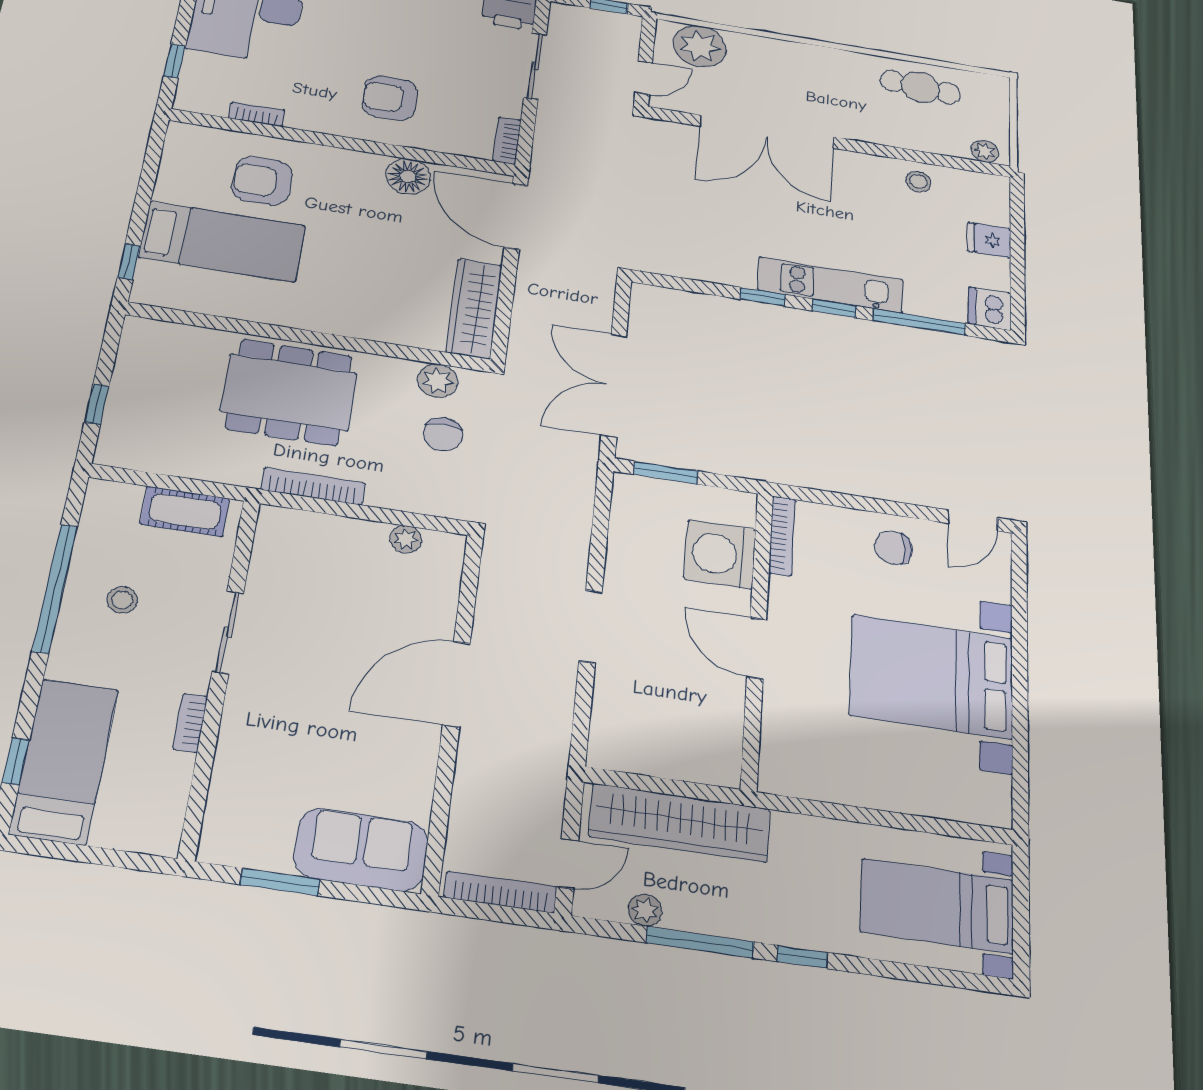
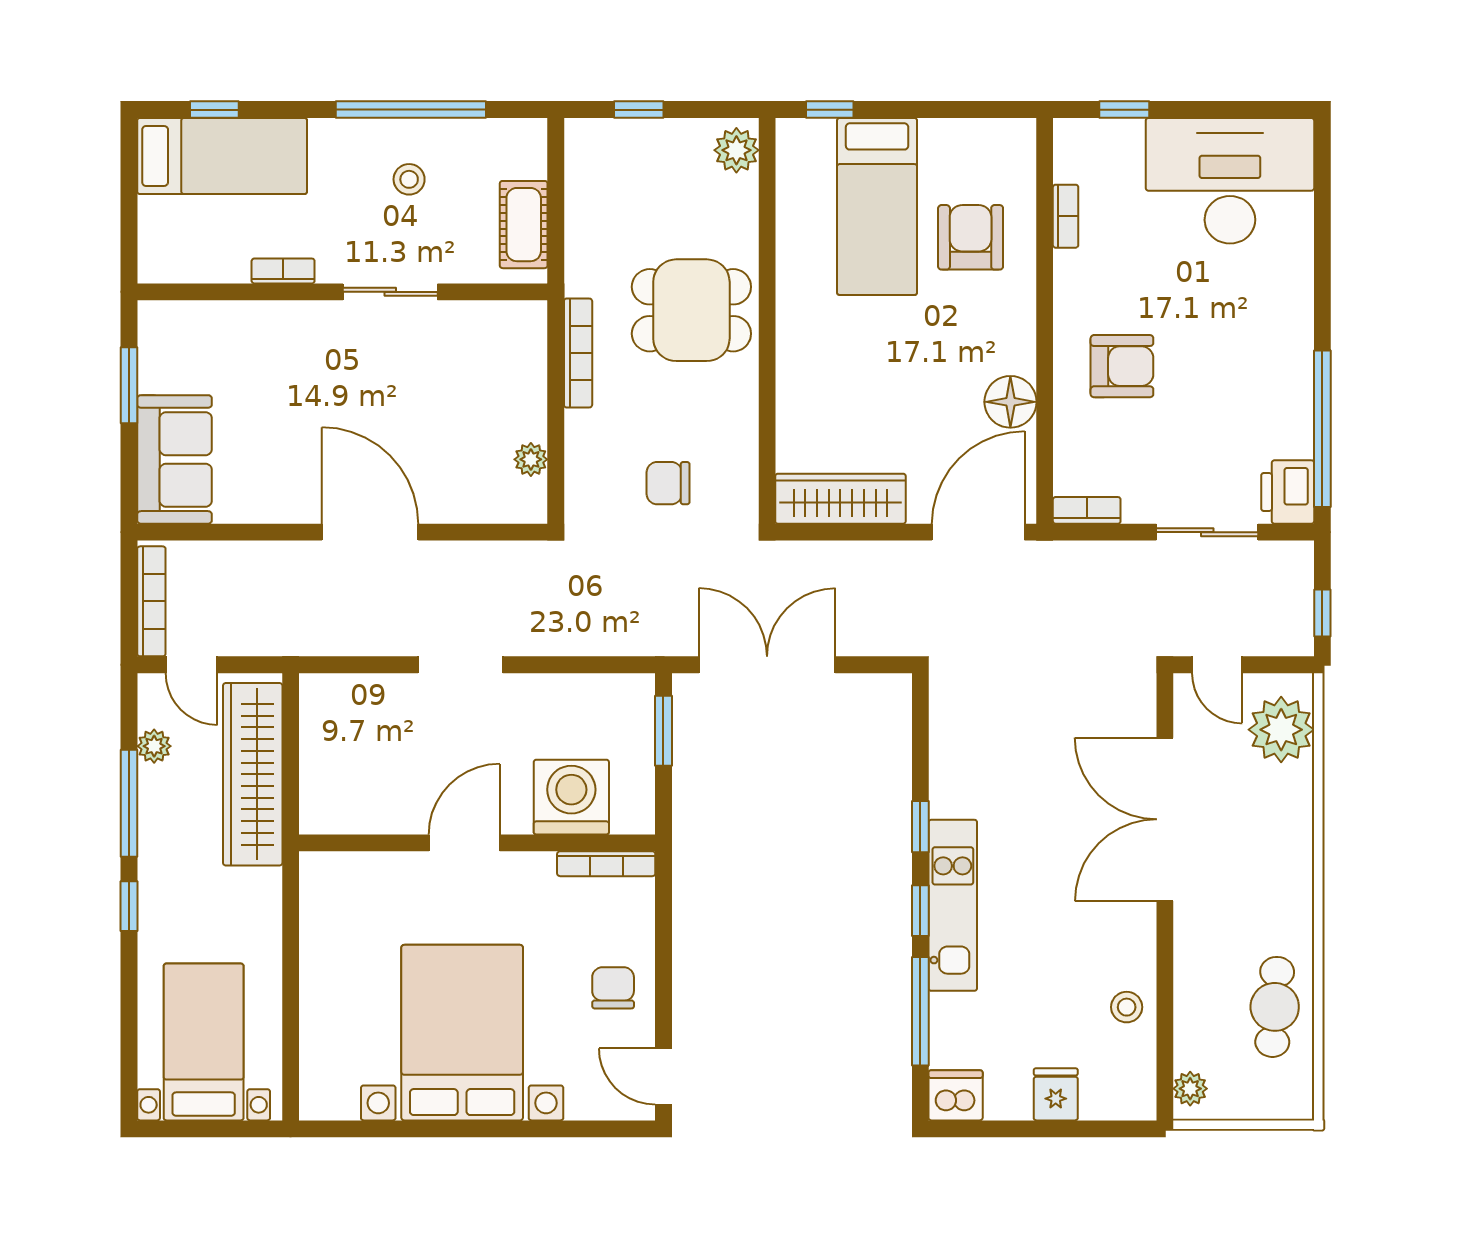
armchair: (390, 98) -> (1122, 366), turned 90
plant: (438, 381) -> (736, 150), moved
dining table: (289, 392) -> (691, 310), width x0.73

